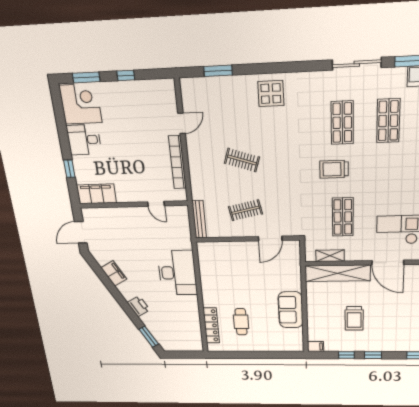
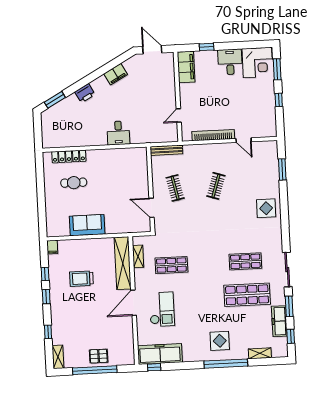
shop shelf: (388, 121) -> (247, 295), width x1.43, depth x1.36
trolley: (334, 169) -> (210, 257), removed
desk: (177, 273) -> (118, 133), width x0.53, depth x0.77

